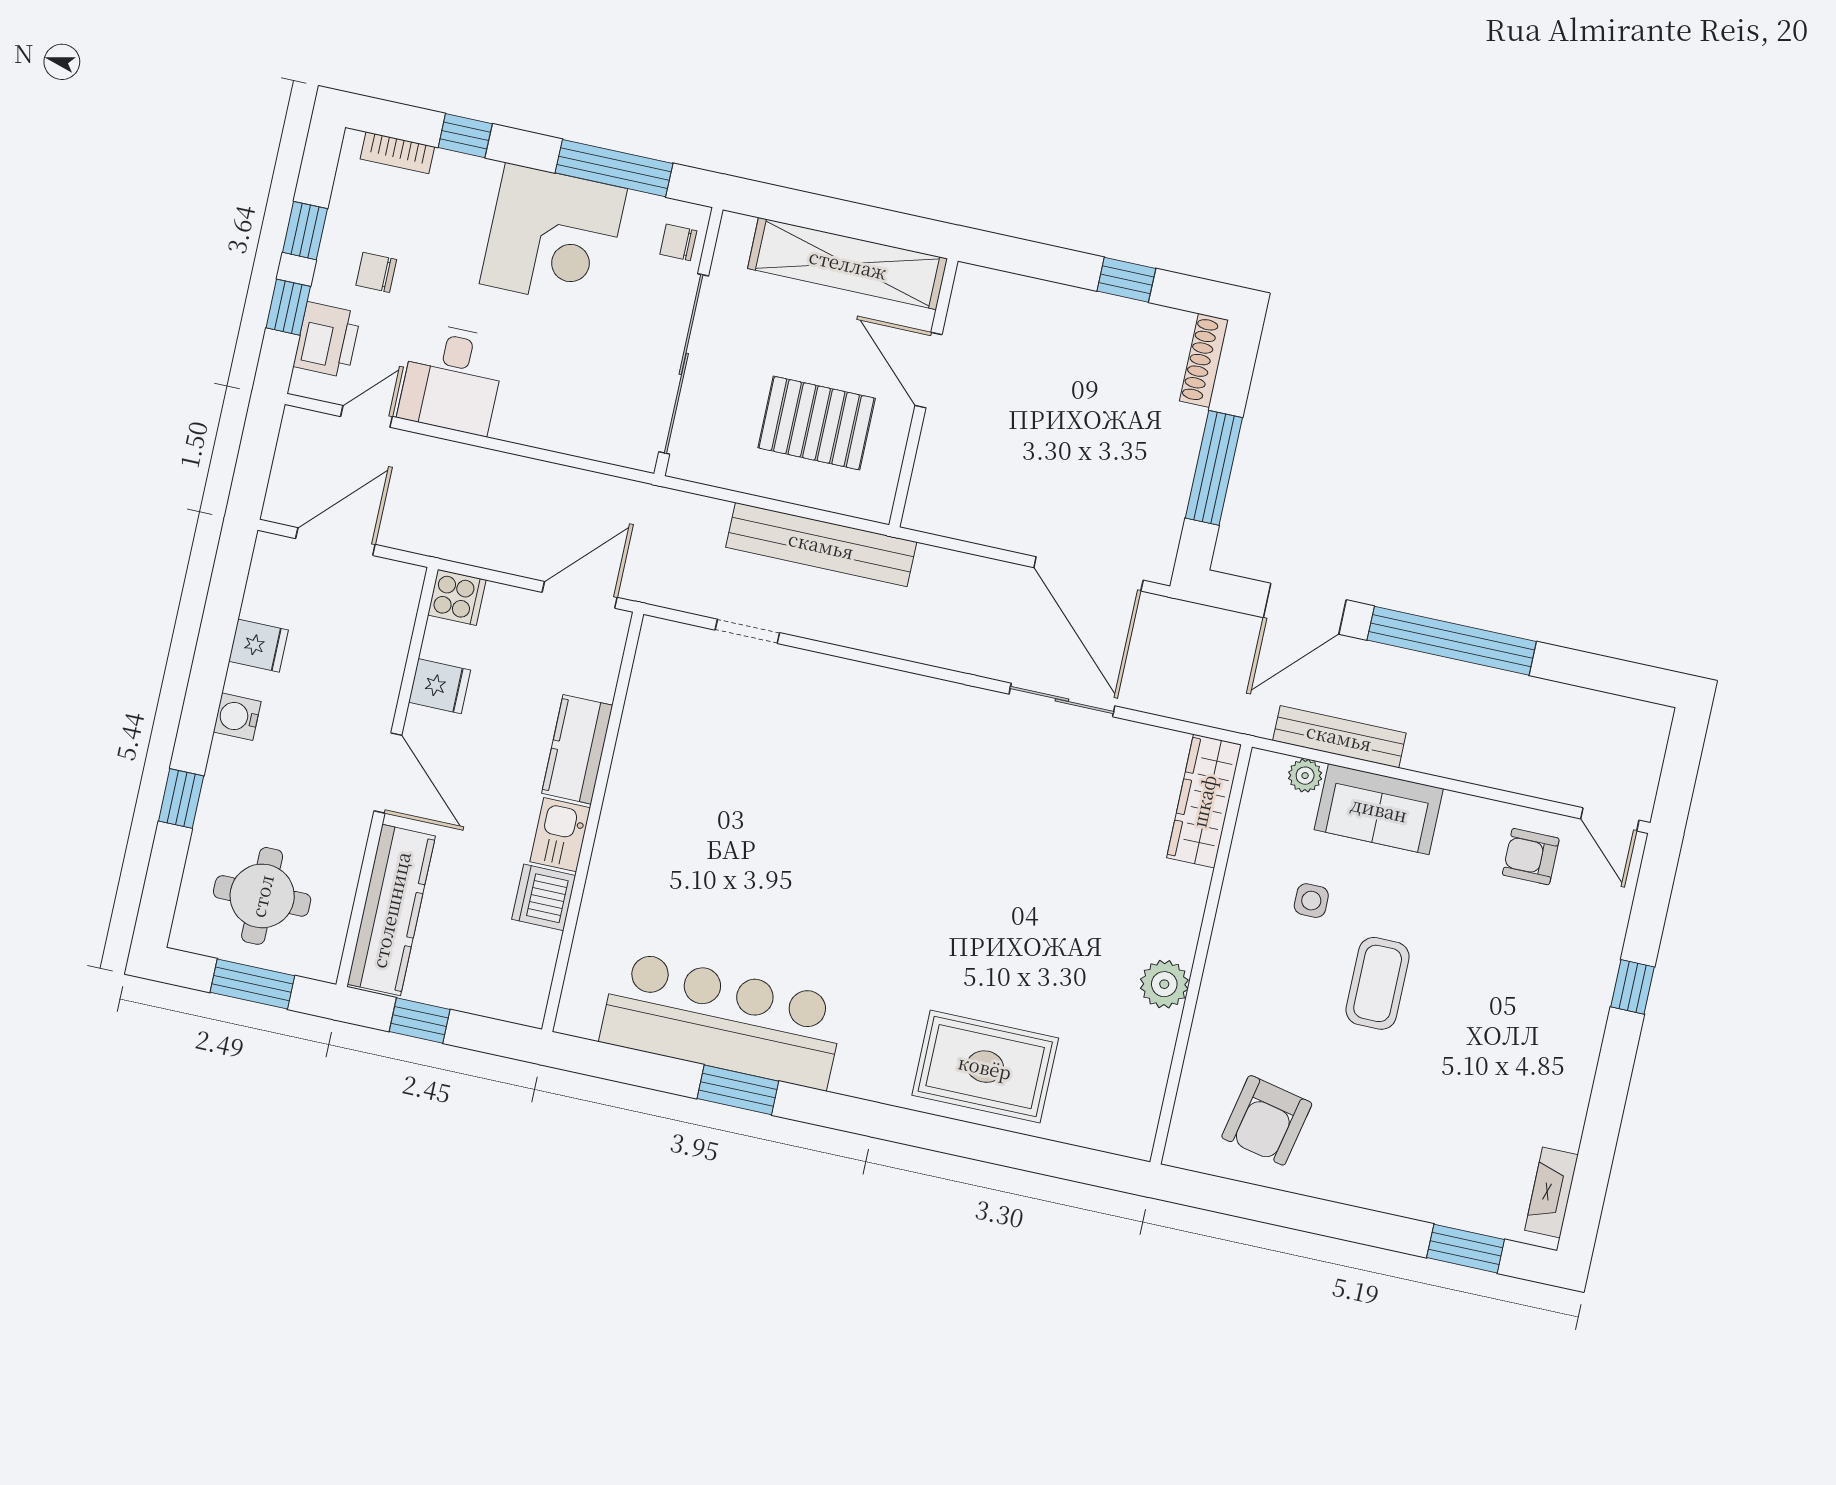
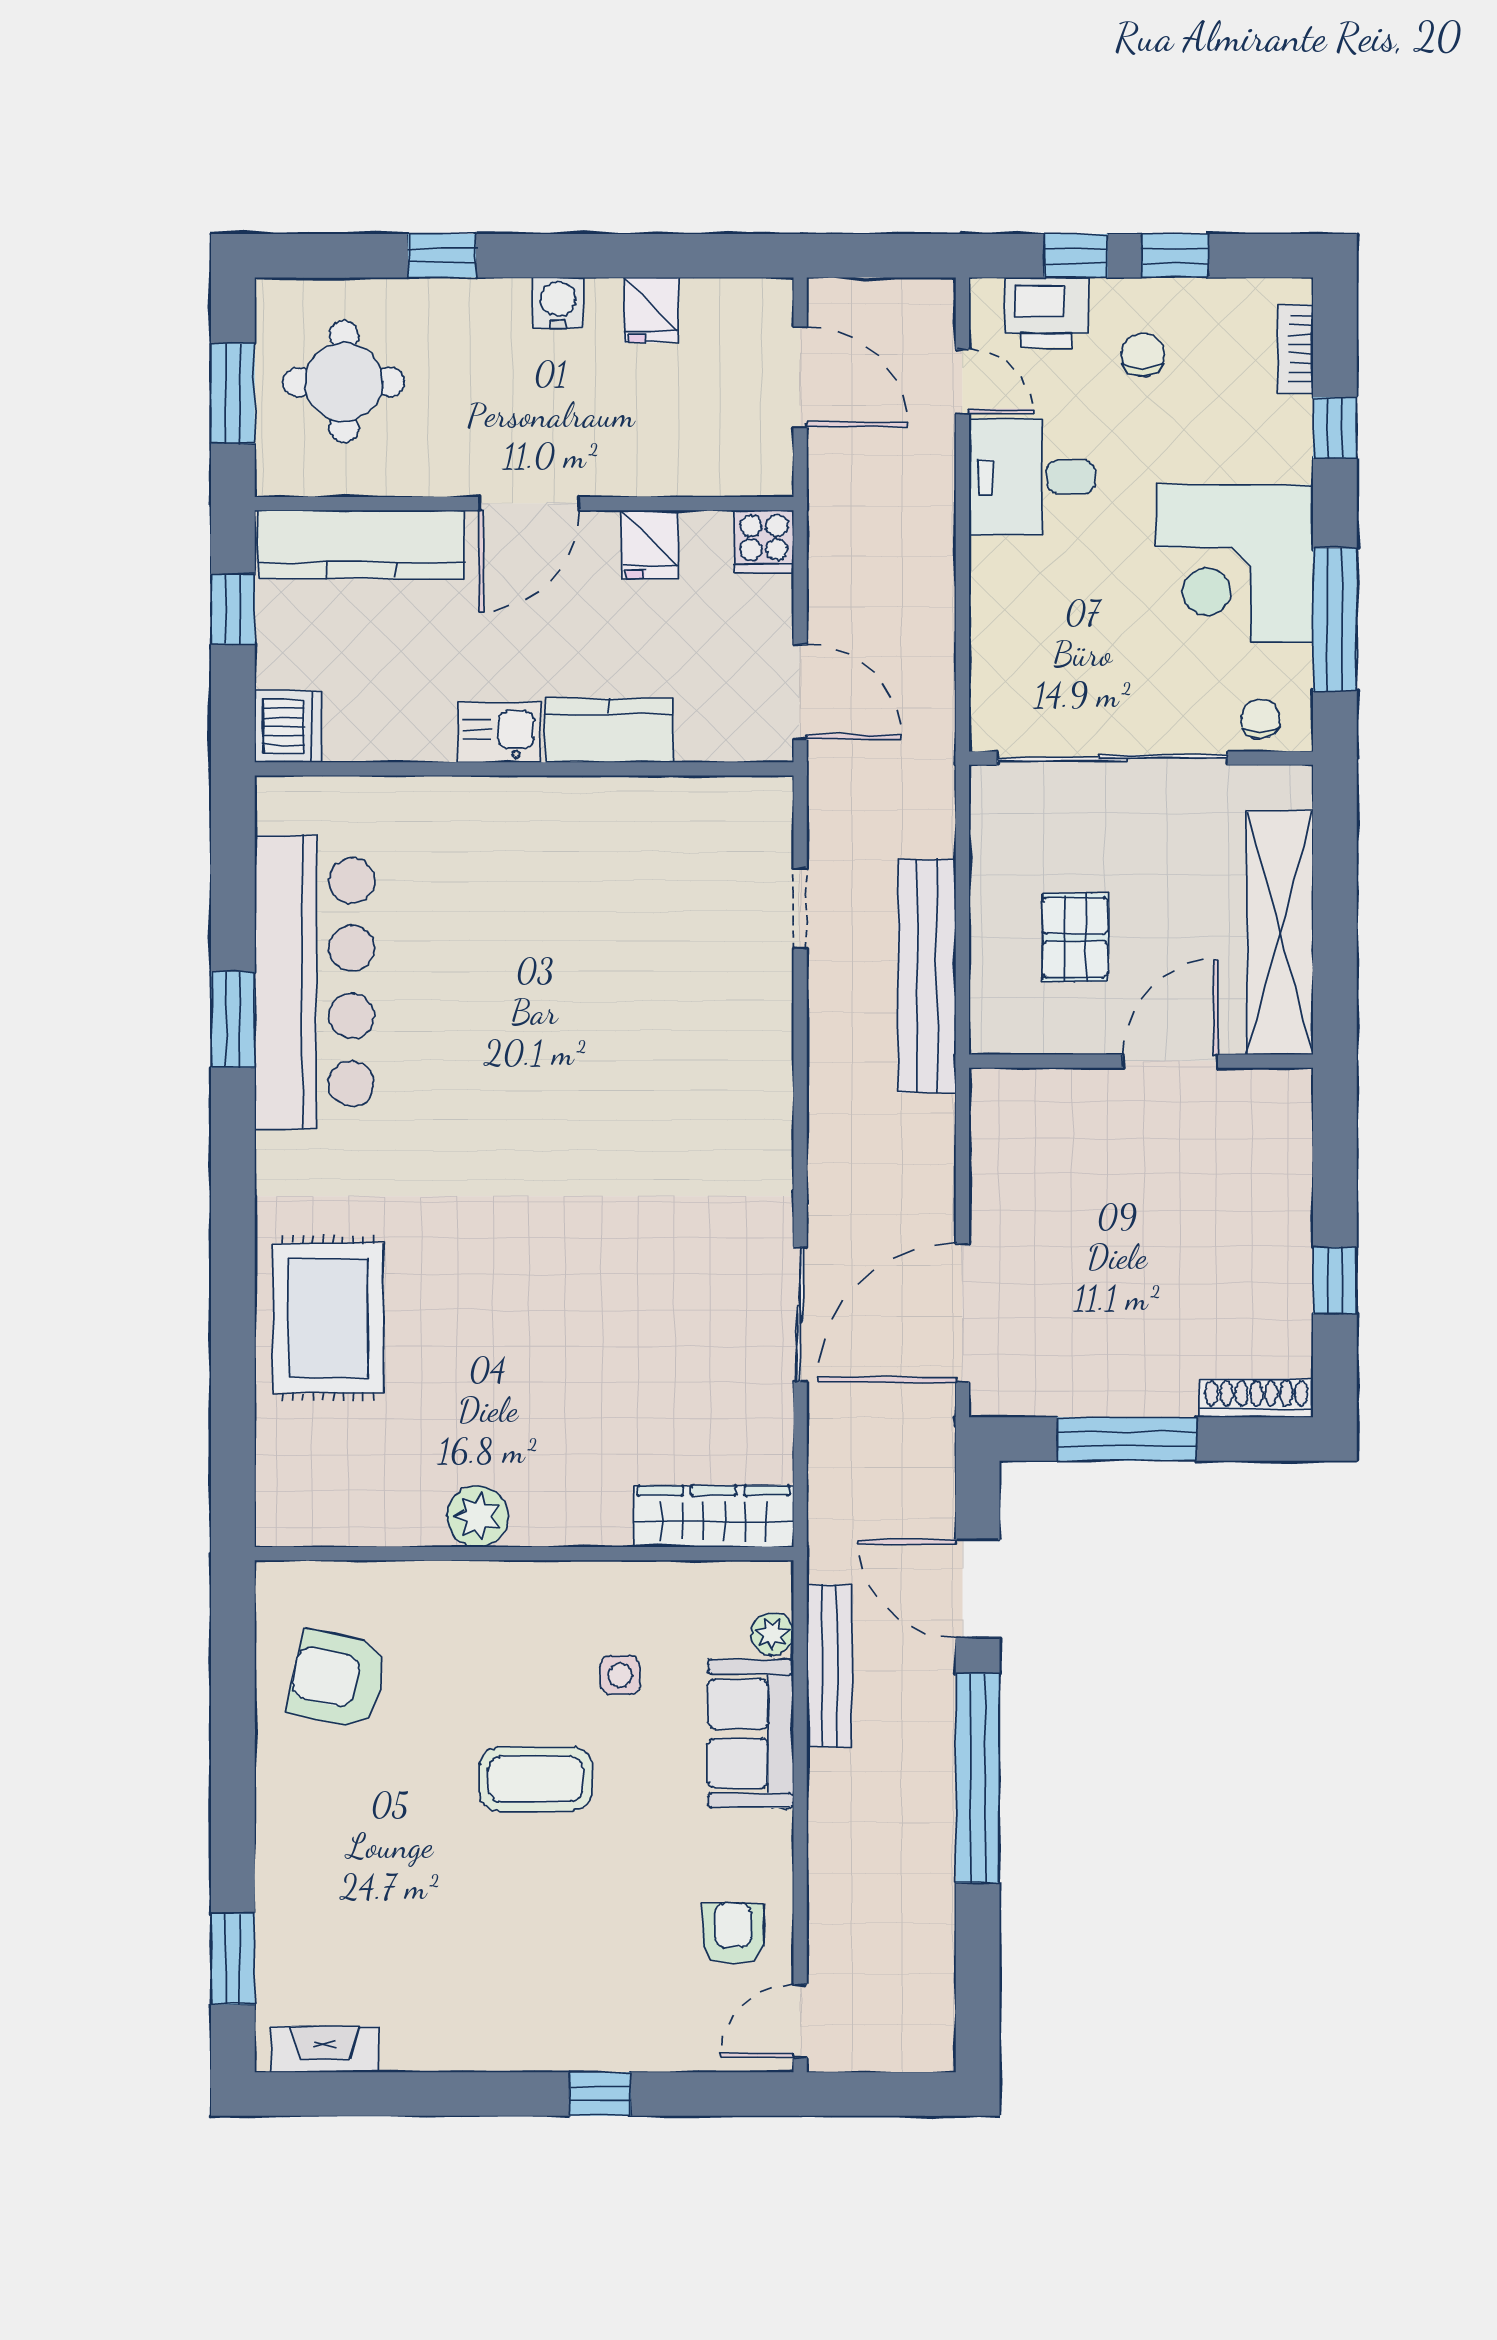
pallet: (817, 423) -> (1075, 938), width x0.67, depth x0.71
dishwasher: (544, 897) -> (288, 727), moved, turned 90

